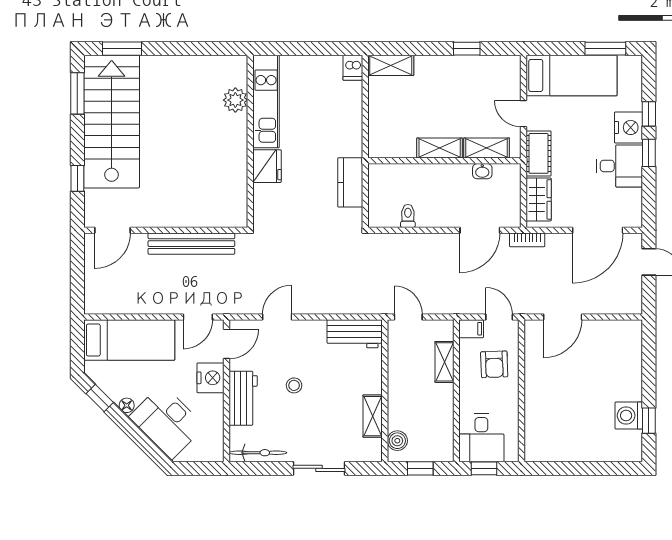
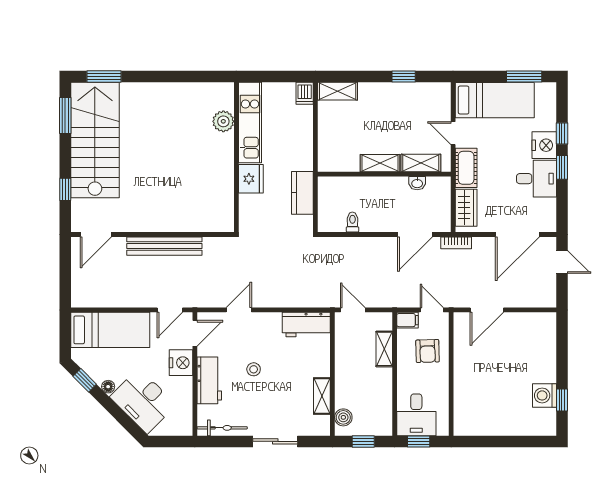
plant: (235, 100) -> (223, 121), moved
kitchen unit: (266, 101) -> (250, 123), moved
wall: (250, 141) -> (236, 157), moved
fridge: (267, 166) -> (251, 179), moved

